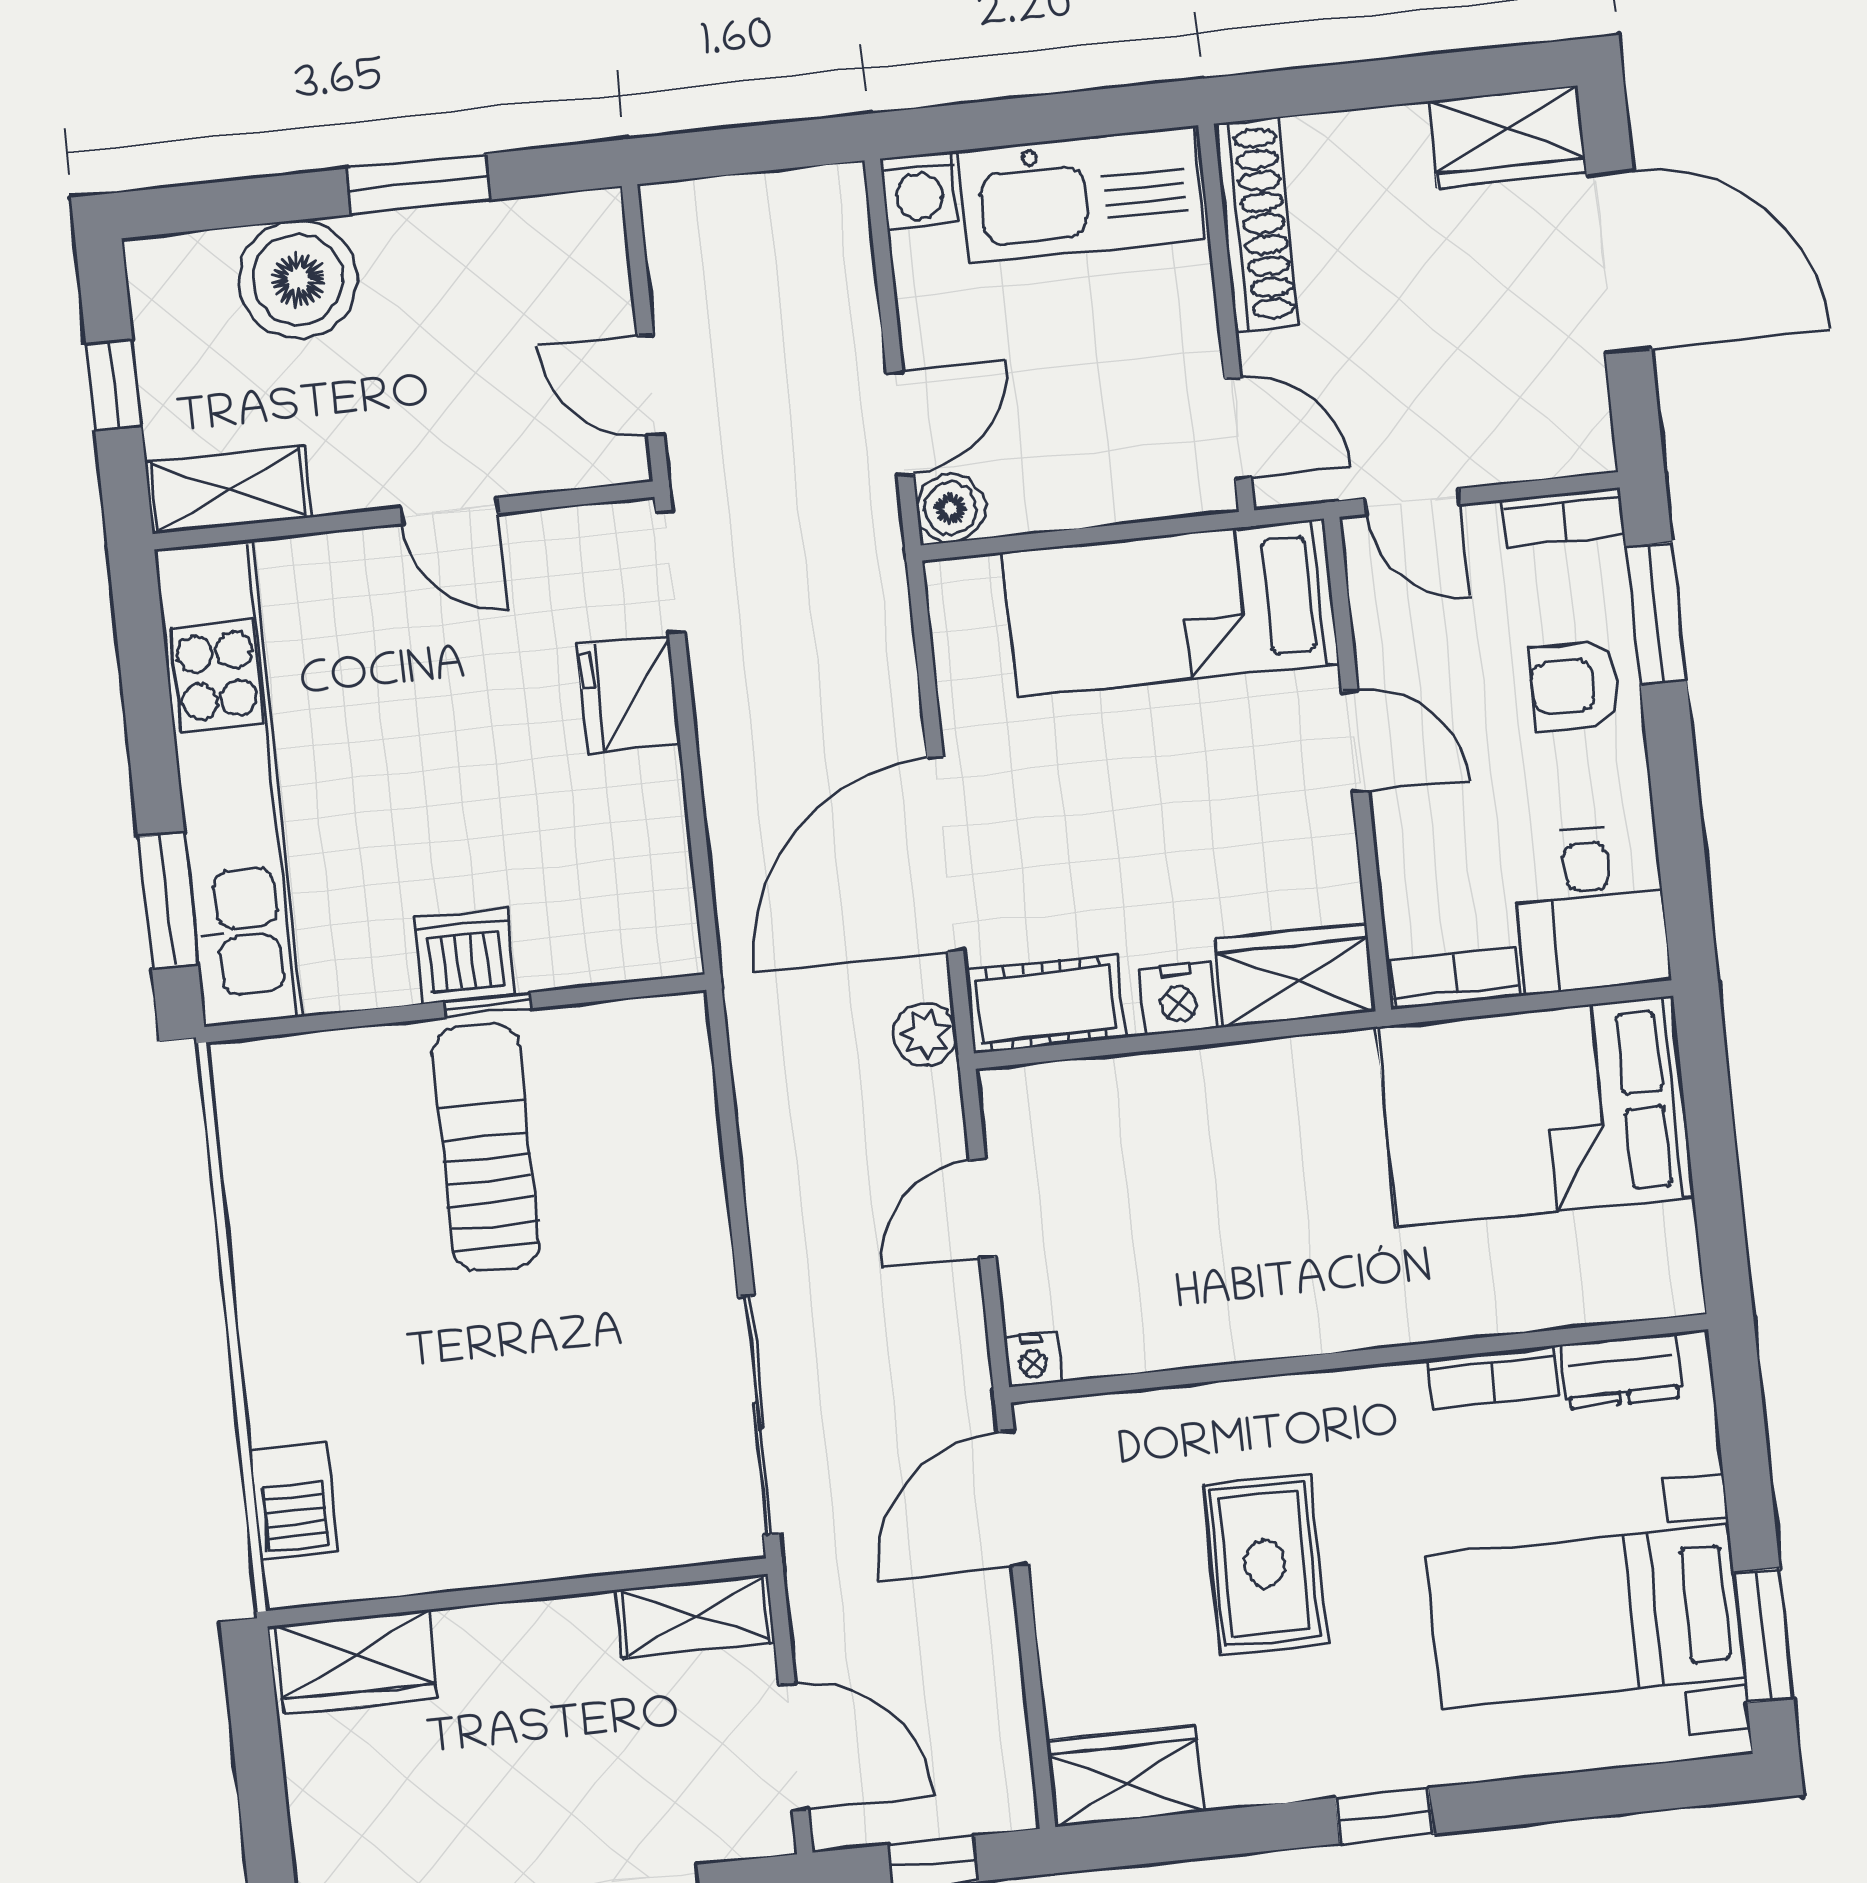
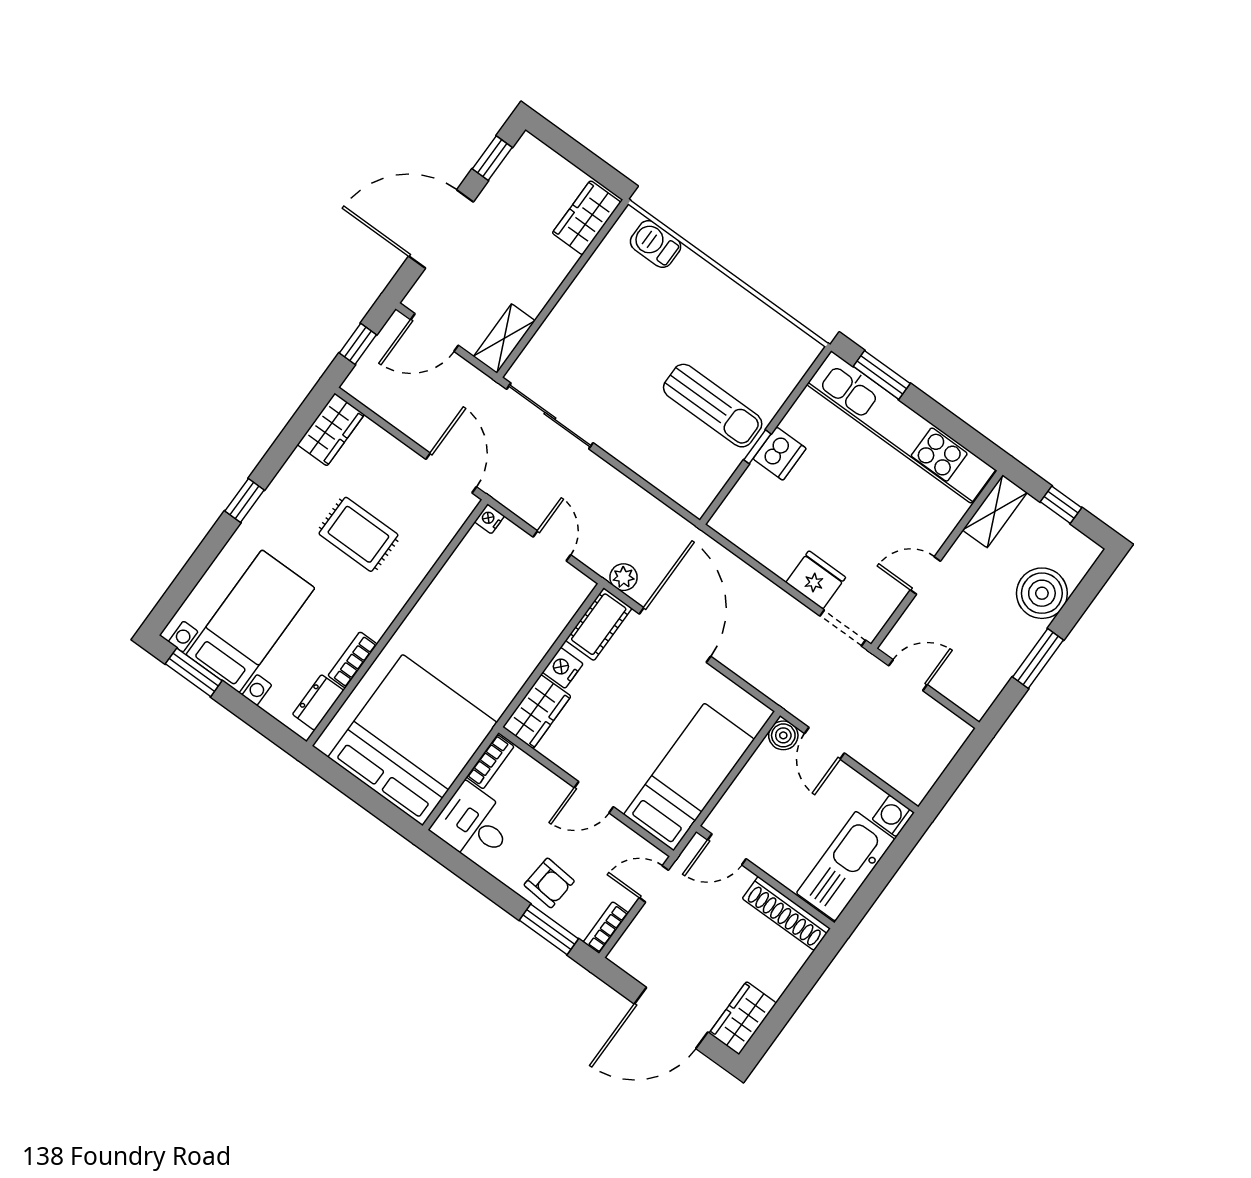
armchair: (1574, 686) -> (549, 883), turned 95
bed: (1535, 1111) -> (413, 740), width x1.36

